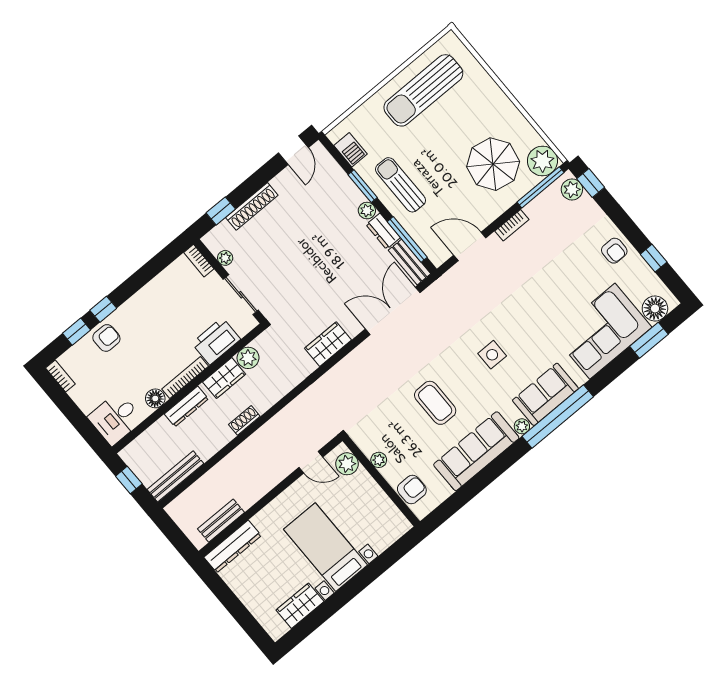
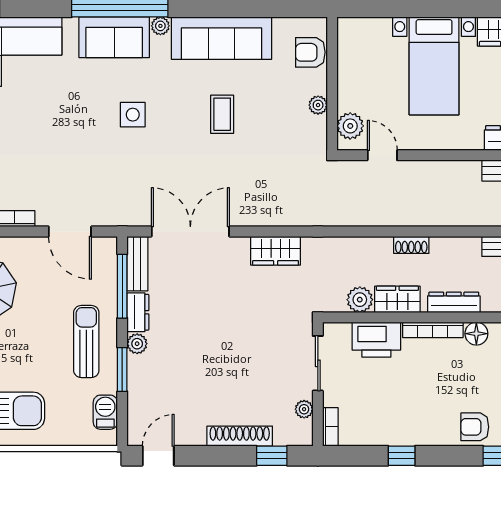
sun lounger: (401, 185) -> (86, 341), turned 180
window: (103, 309) -> (402, 456), moved
double door: (393, 311) -> (190, 231), swing flipped
coffee table: (435, 403) -> (222, 114), width x0.73, depth x0.77

